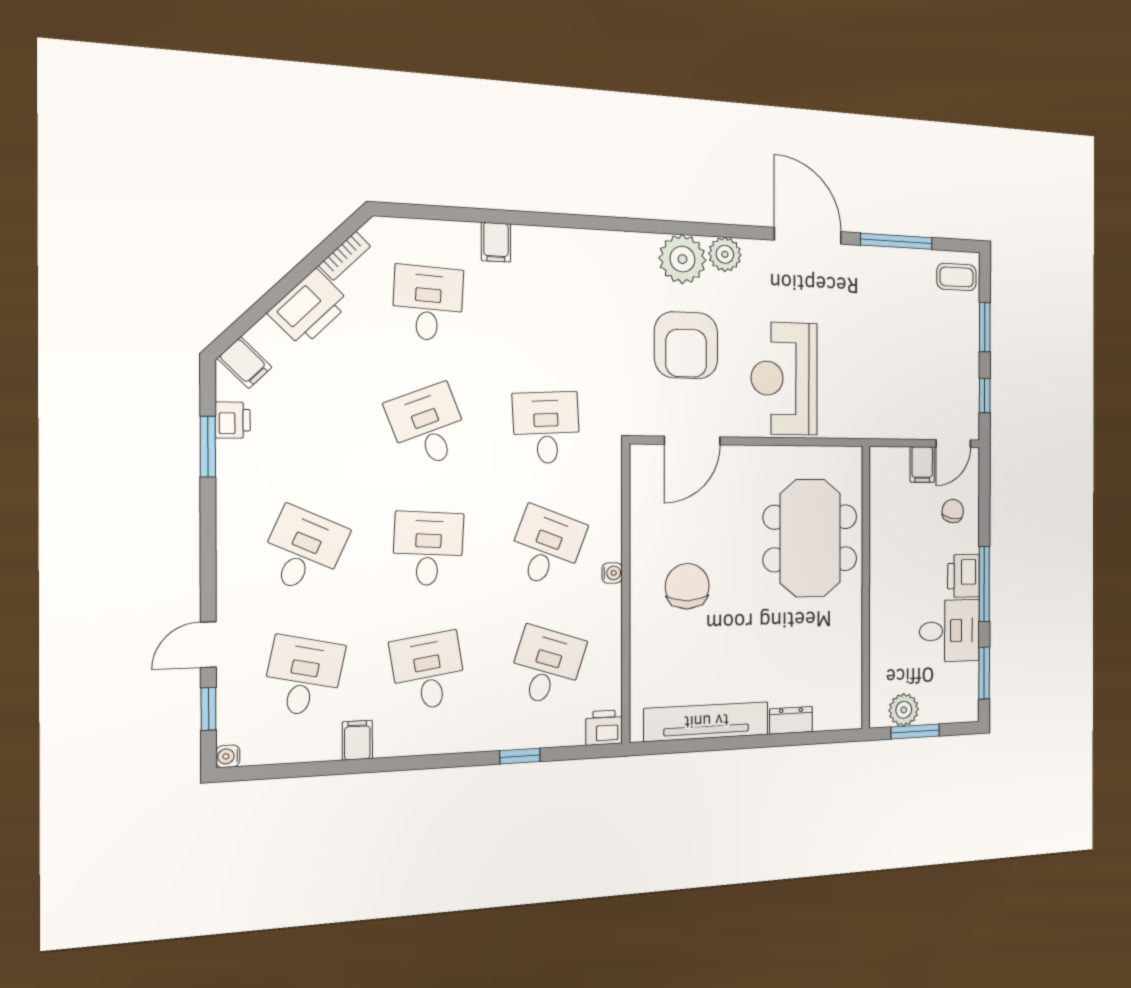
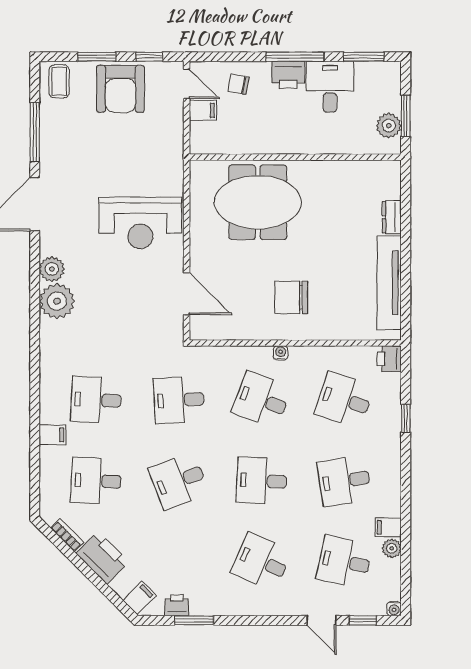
desk: (546, 308) -> (96, 400), added
armchair: (686, 345) -> (120, 89), moved, turned 90
plant: (325, 747) -> (392, 548), added

